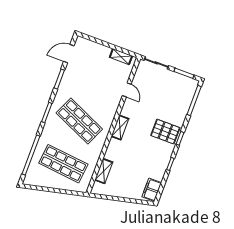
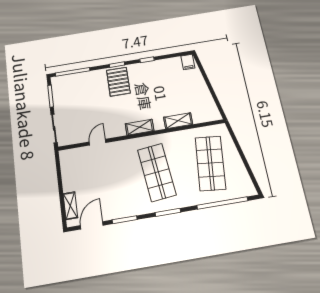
door: (69, 54) -> (92, 225), swing flipped
shelving: (121, 57) -> (70, 206), moved
shop shelf: (79, 121) -> (157, 172), turned -30
shelving: (104, 171) -> (178, 121), moved
filing cabinet: (152, 190) -> (188, 62), width x0.50

